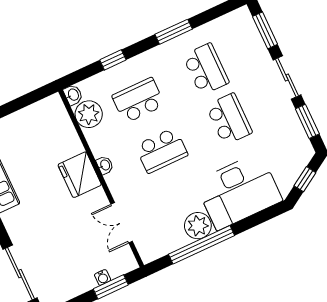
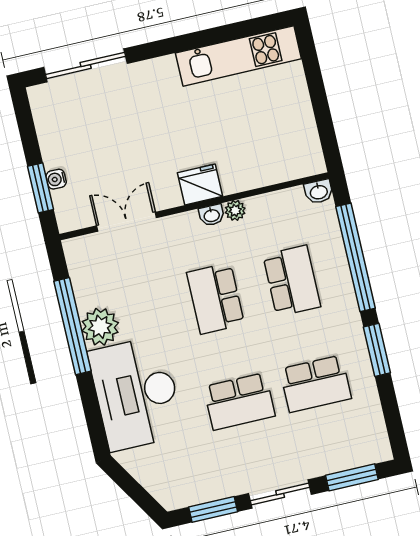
window: (113, 60) -> (355, 257), width x3.17
plant: (89, 114) -> (235, 210), moved, width x0.53, depth x0.53
fridge: (80, 175) -> (200, 184), width x0.73, depth x0.75
window: (305, 179) -> (133, 489), removed

